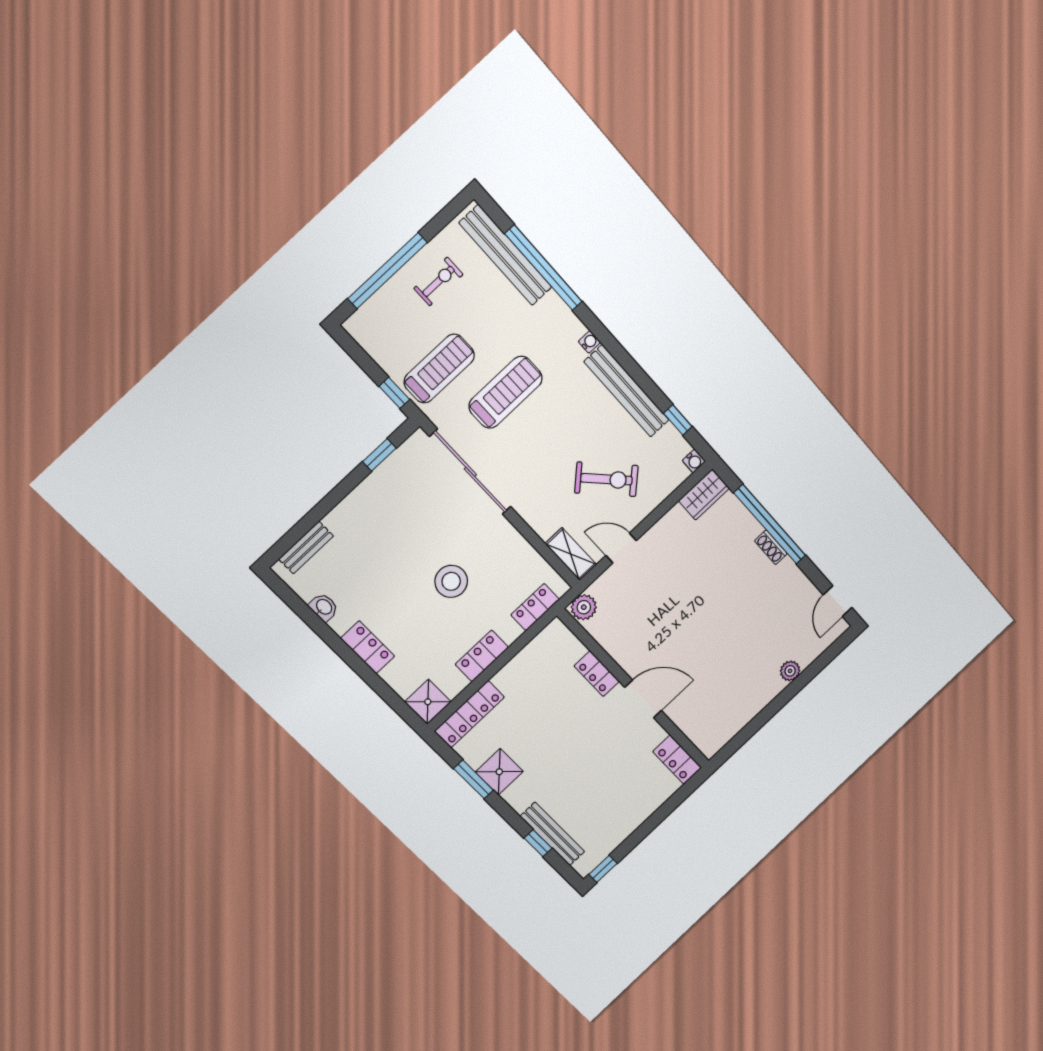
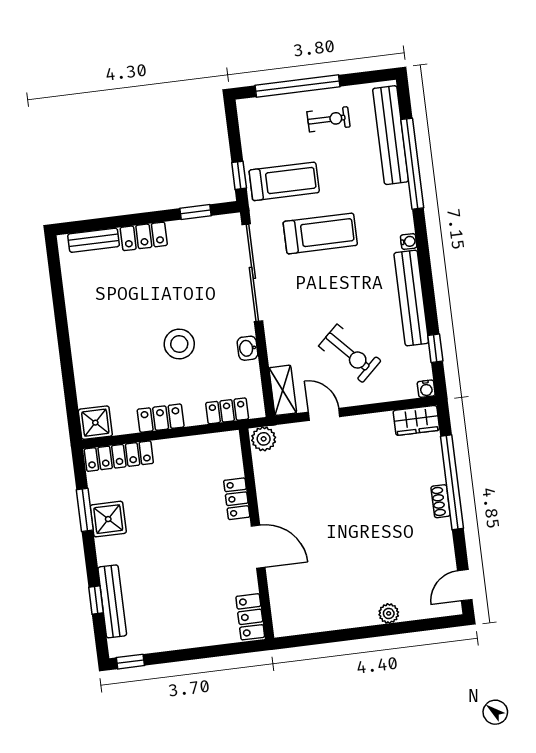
washbasin: (324, 607) -> (248, 348), moved, turned 180
locker: (368, 647) -> (144, 236), moved, turned 90

